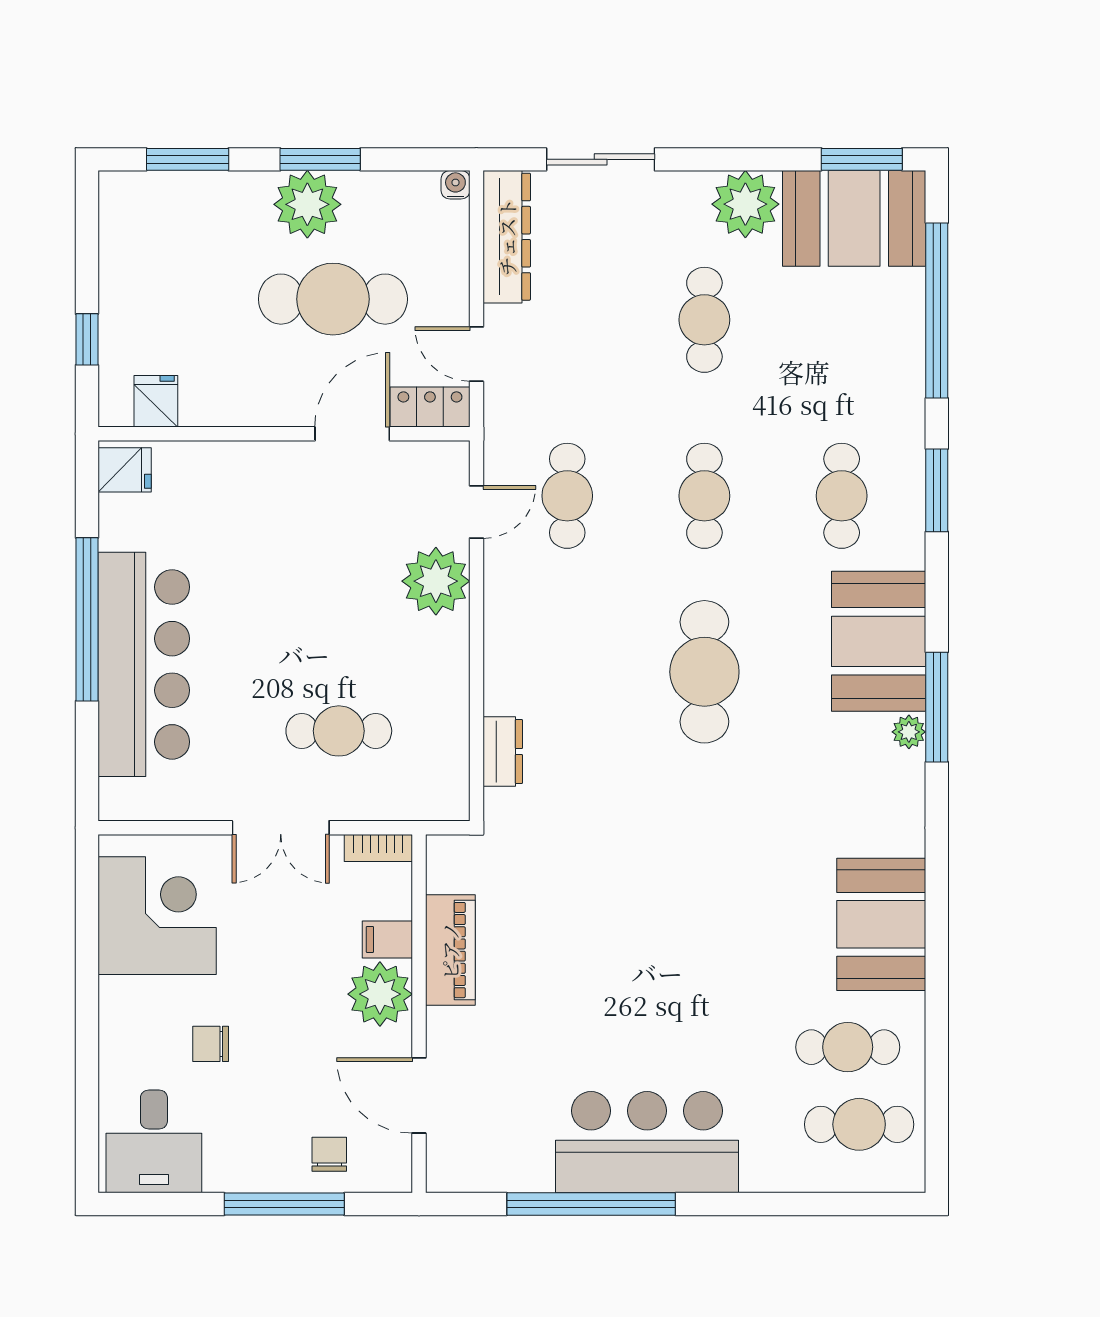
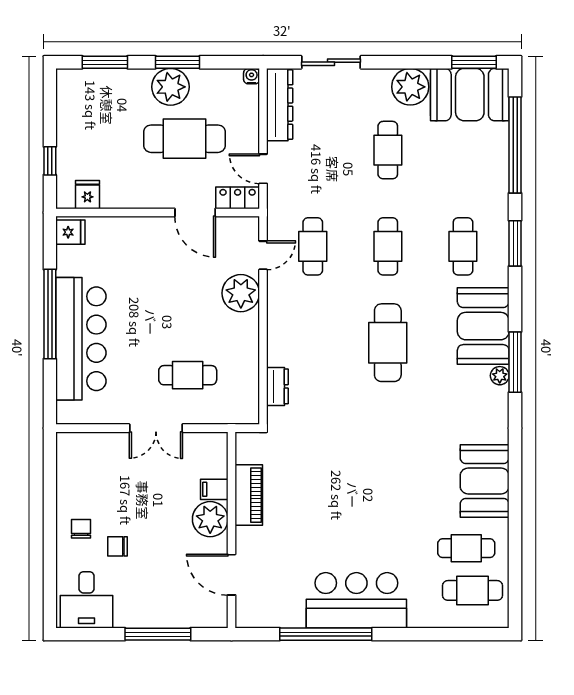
door: (352, 434) -> (195, 212), swing flipped
bookcase: (378, 848) -> (209, 439), removed
corner desk: (157, 916) -> (88, 476), removed
chair: (329, 1154) -> (81, 529), moved

